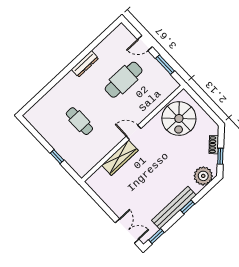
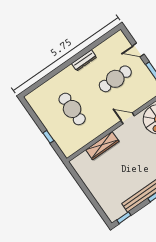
cafe table: (79, 121) -> (72, 109), width x1.37, depth x1.35
door: (134, 132) -> (128, 118), moved
double door: (127, 231) -> (99, 210), removed

